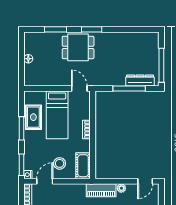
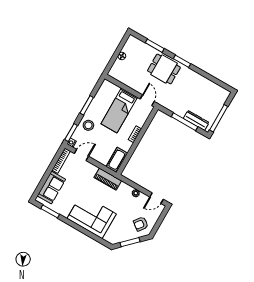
rug: (33, 117) -> (100, 102), removed
stool: (60, 163) -> (88, 125), moved
piano: (101, 190) -> (108, 179), moved

